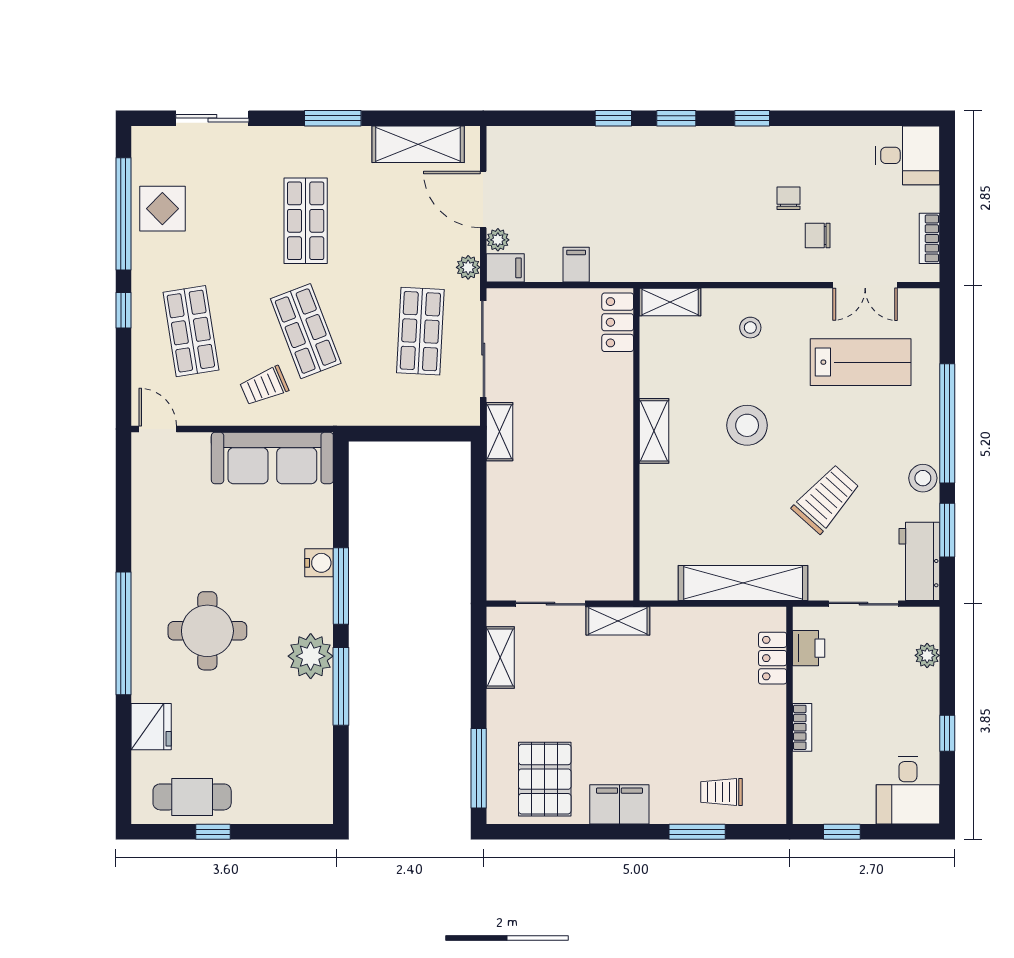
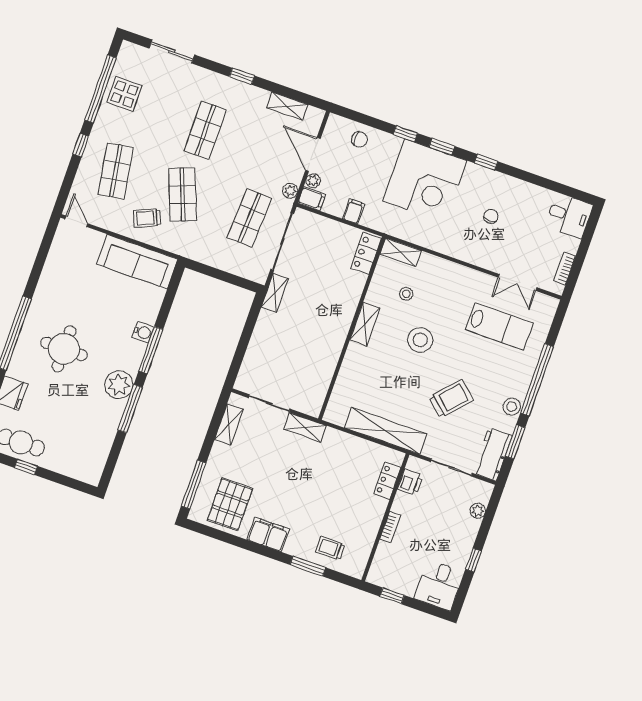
window: (333, 118) -> (242, 76), width x0.67
shelving: (418, 144) -> (287, 106), width x0.67, depth x0.75
corner desk: (668, 179) -> (425, 181), added
chair: (818, 236) -> (360, 139), moved, turned 180
stool: (750, 328) -> (406, 294), moved

